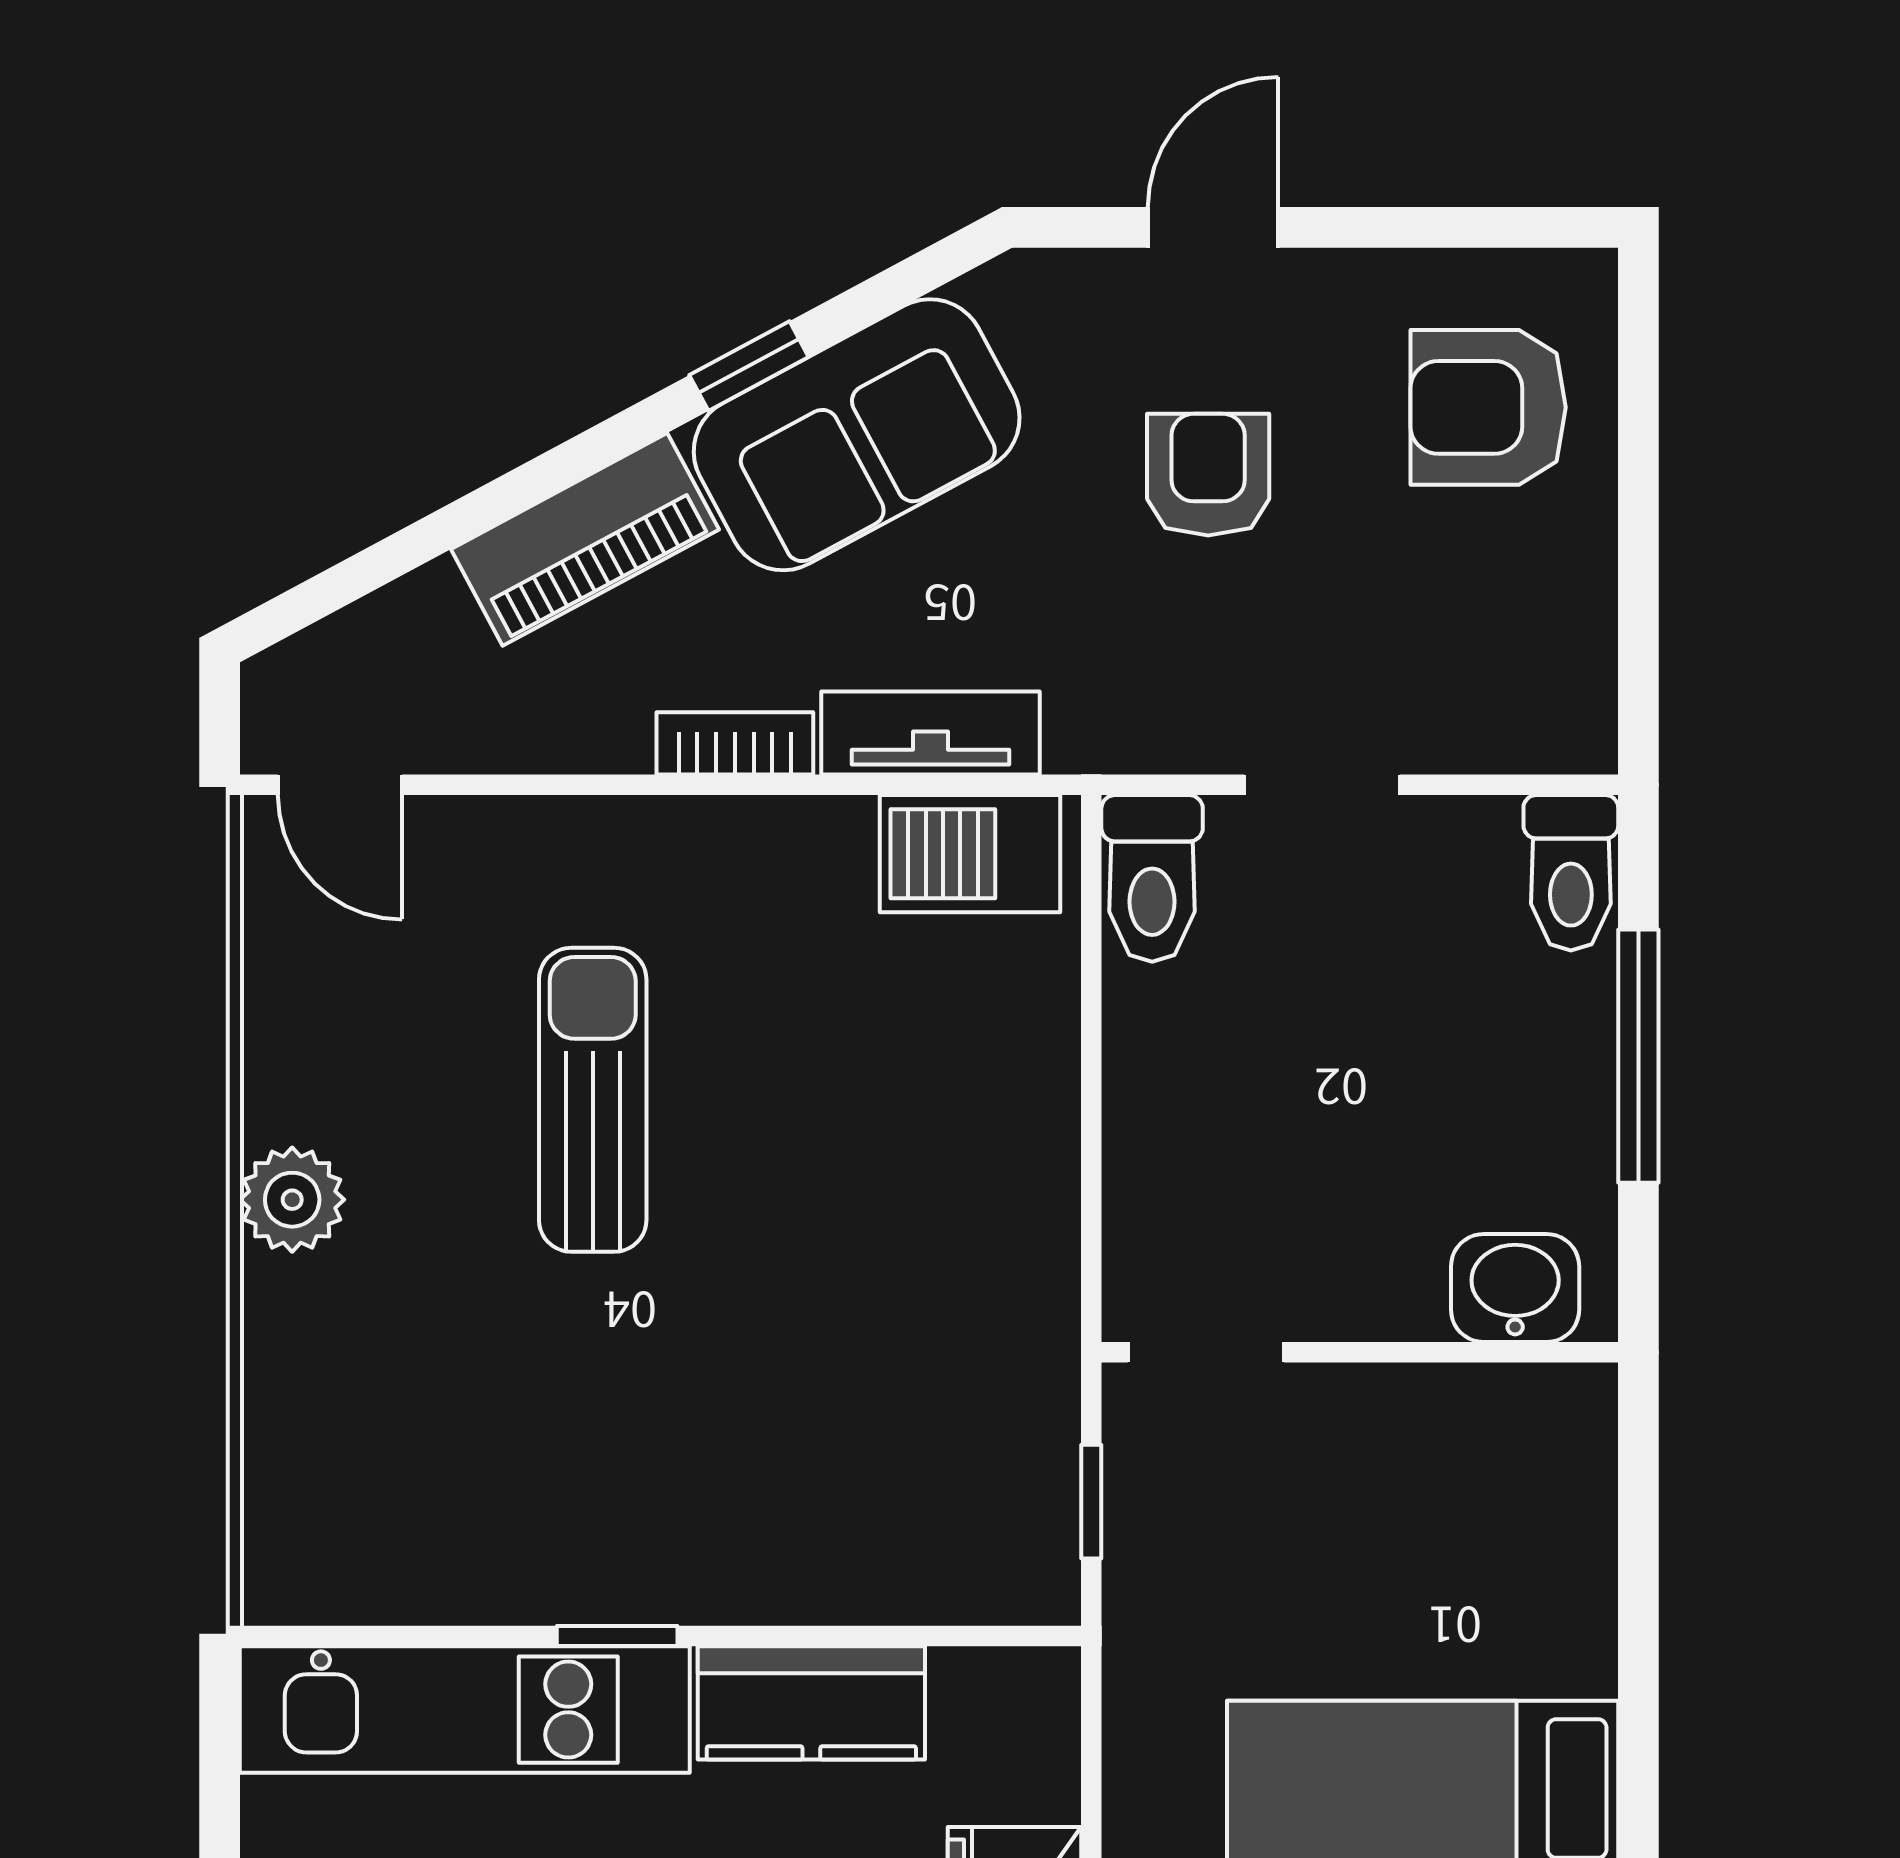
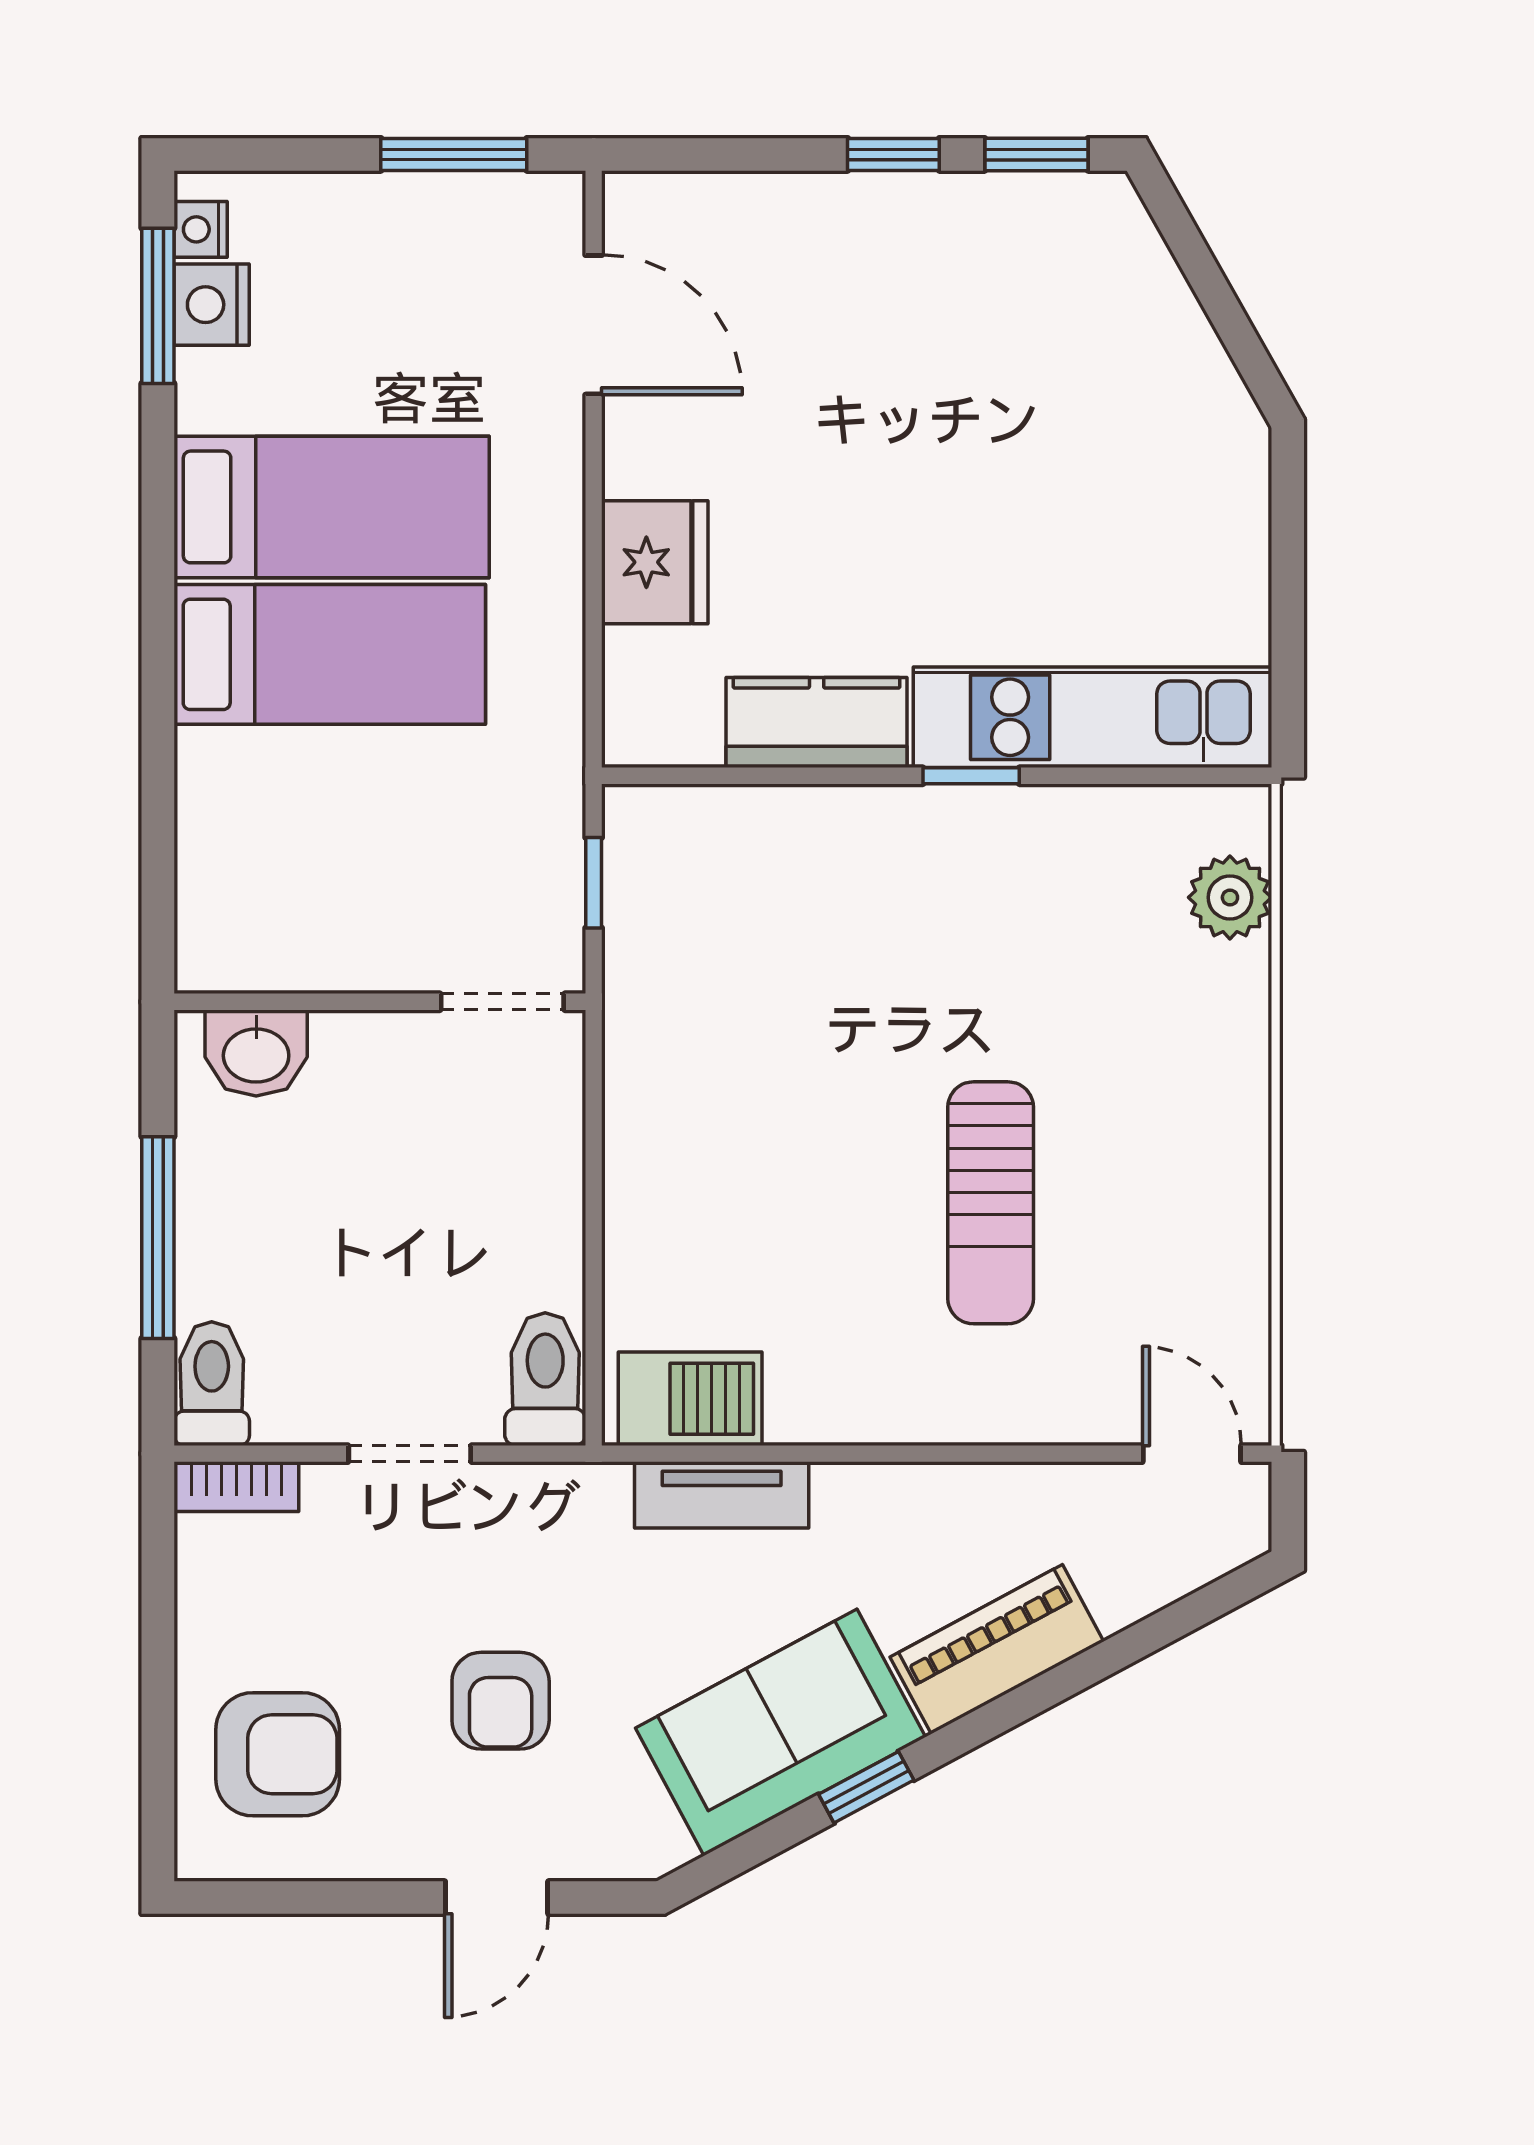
bookcase: (735, 743) -> (236, 1487), moved
plant: (292, 1200) -> (1230, 897), moved

